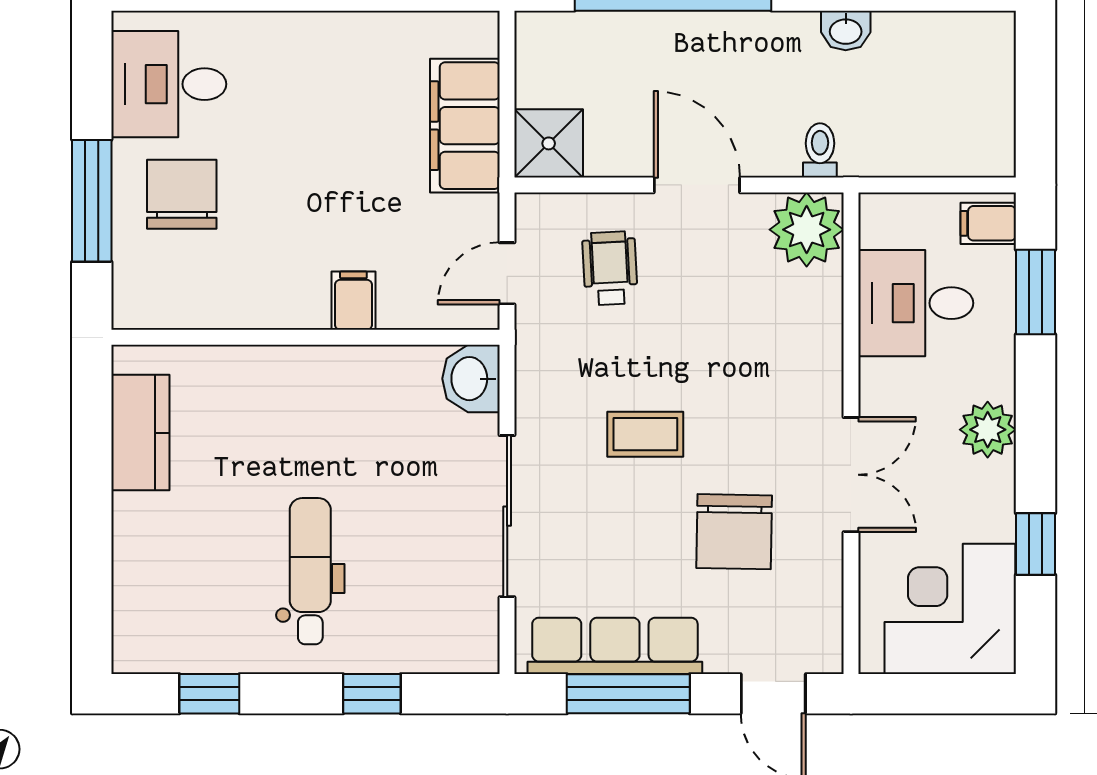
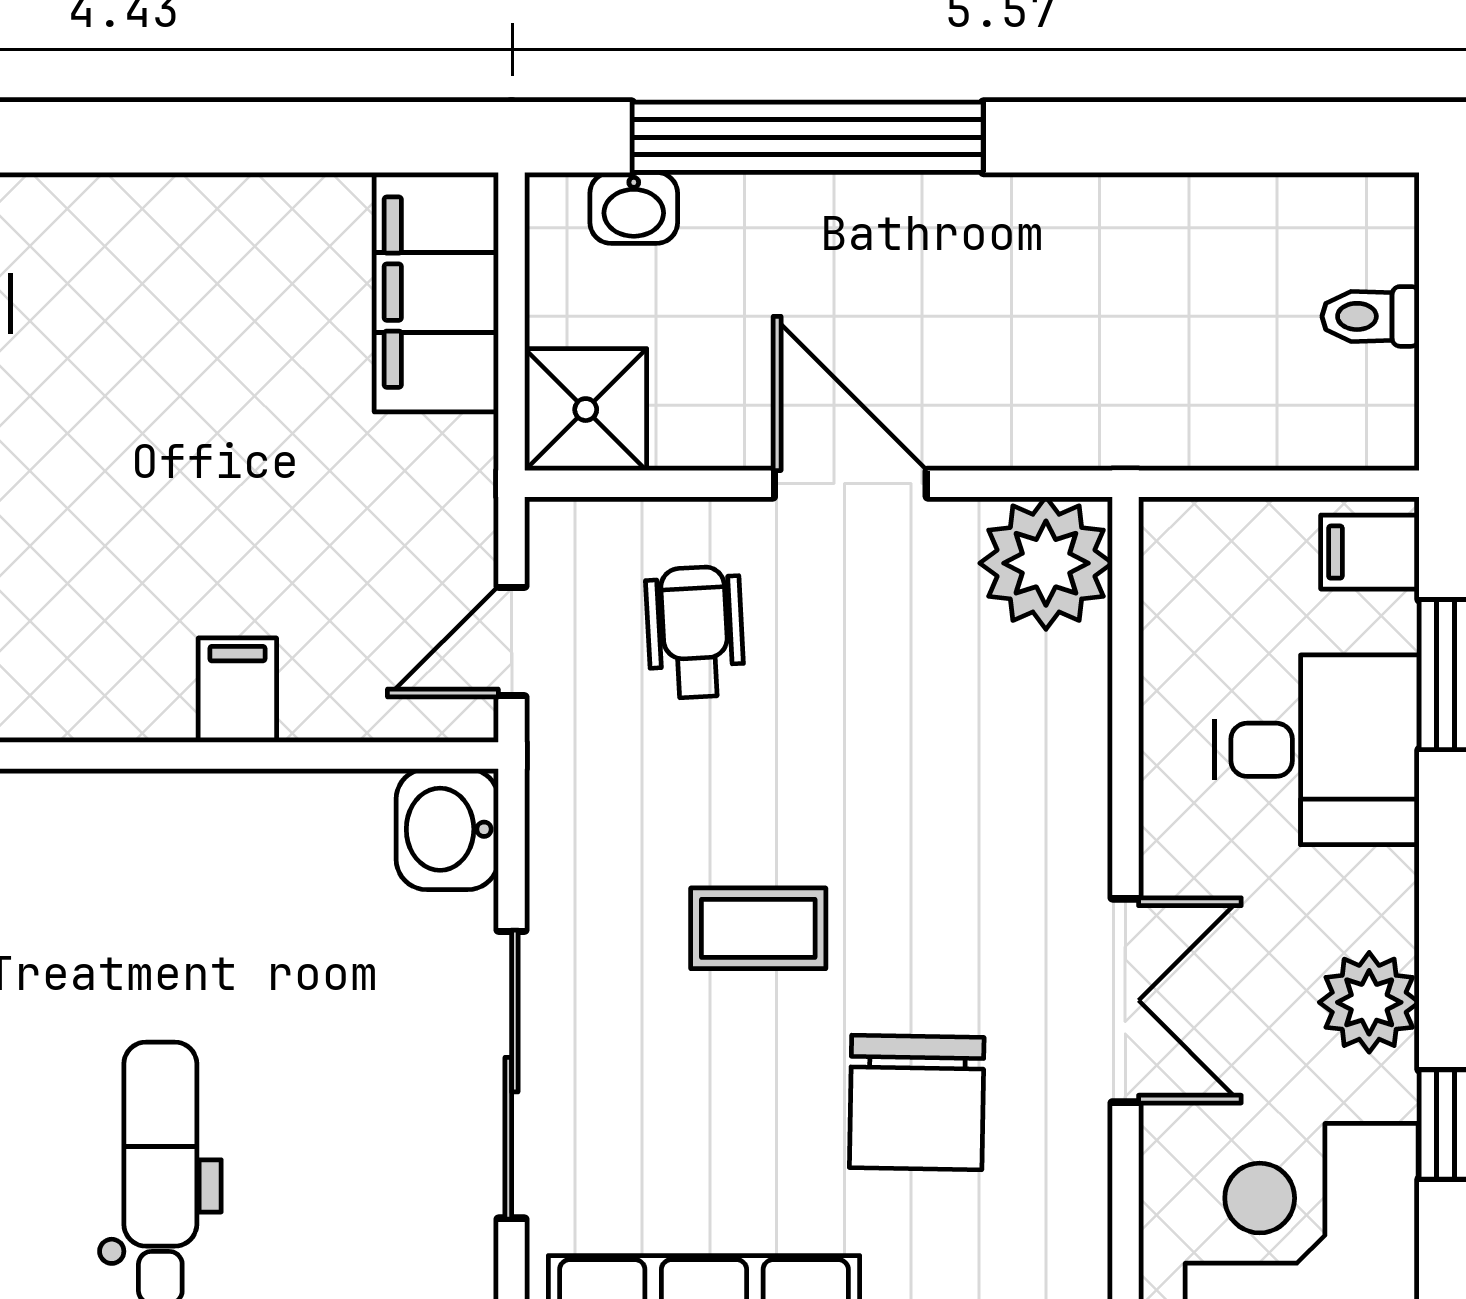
washbasin: (846, 30) -> (634, 208), moved
filing cabinet: (465, 126) -> (436, 292), moved
toilet: (820, 150) -> (1371, 316), moved, turned -90
desk: (916, 303) -> (1317, 750), moved, turned 180
plant: (988, 430) -> (1369, 1002), moved

